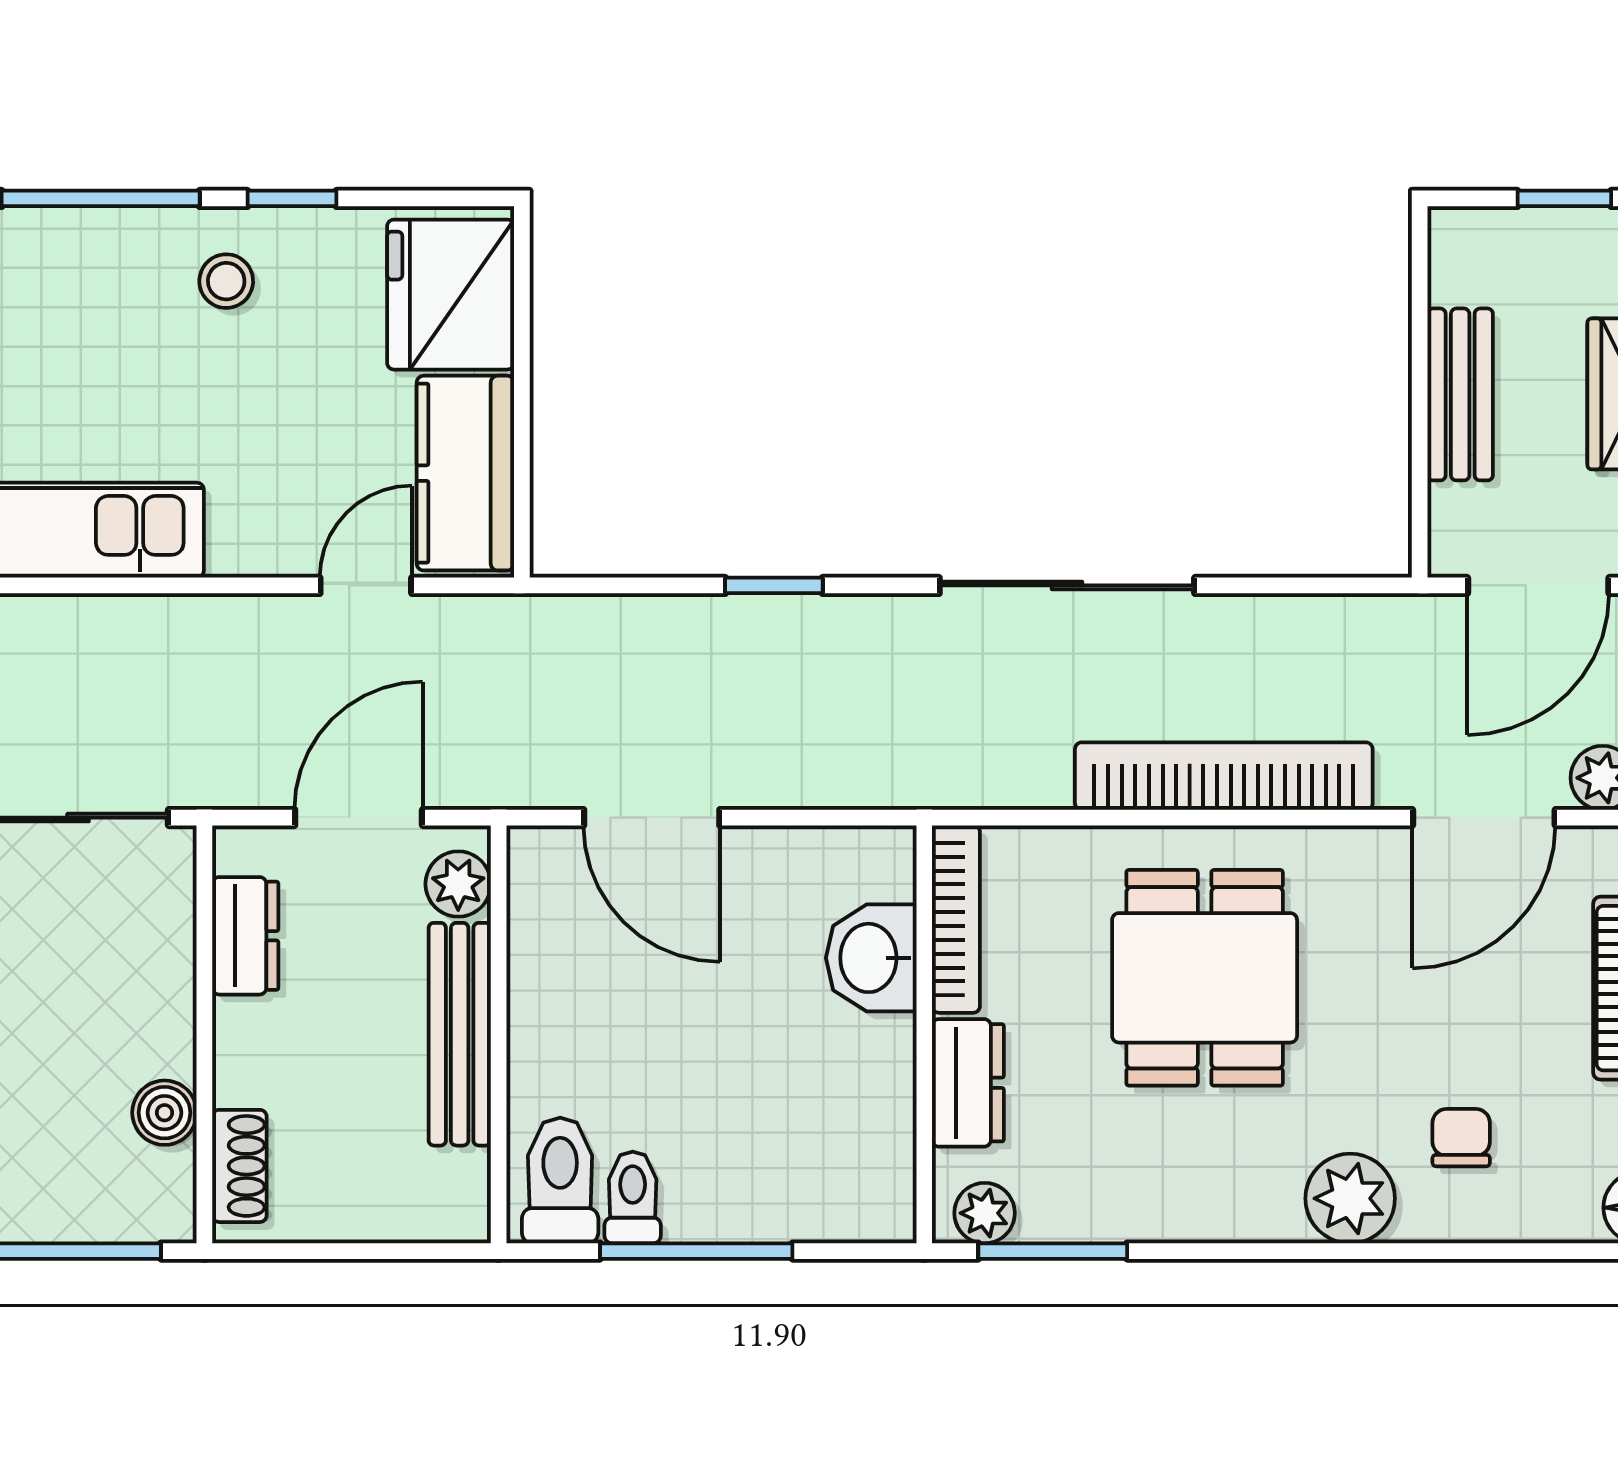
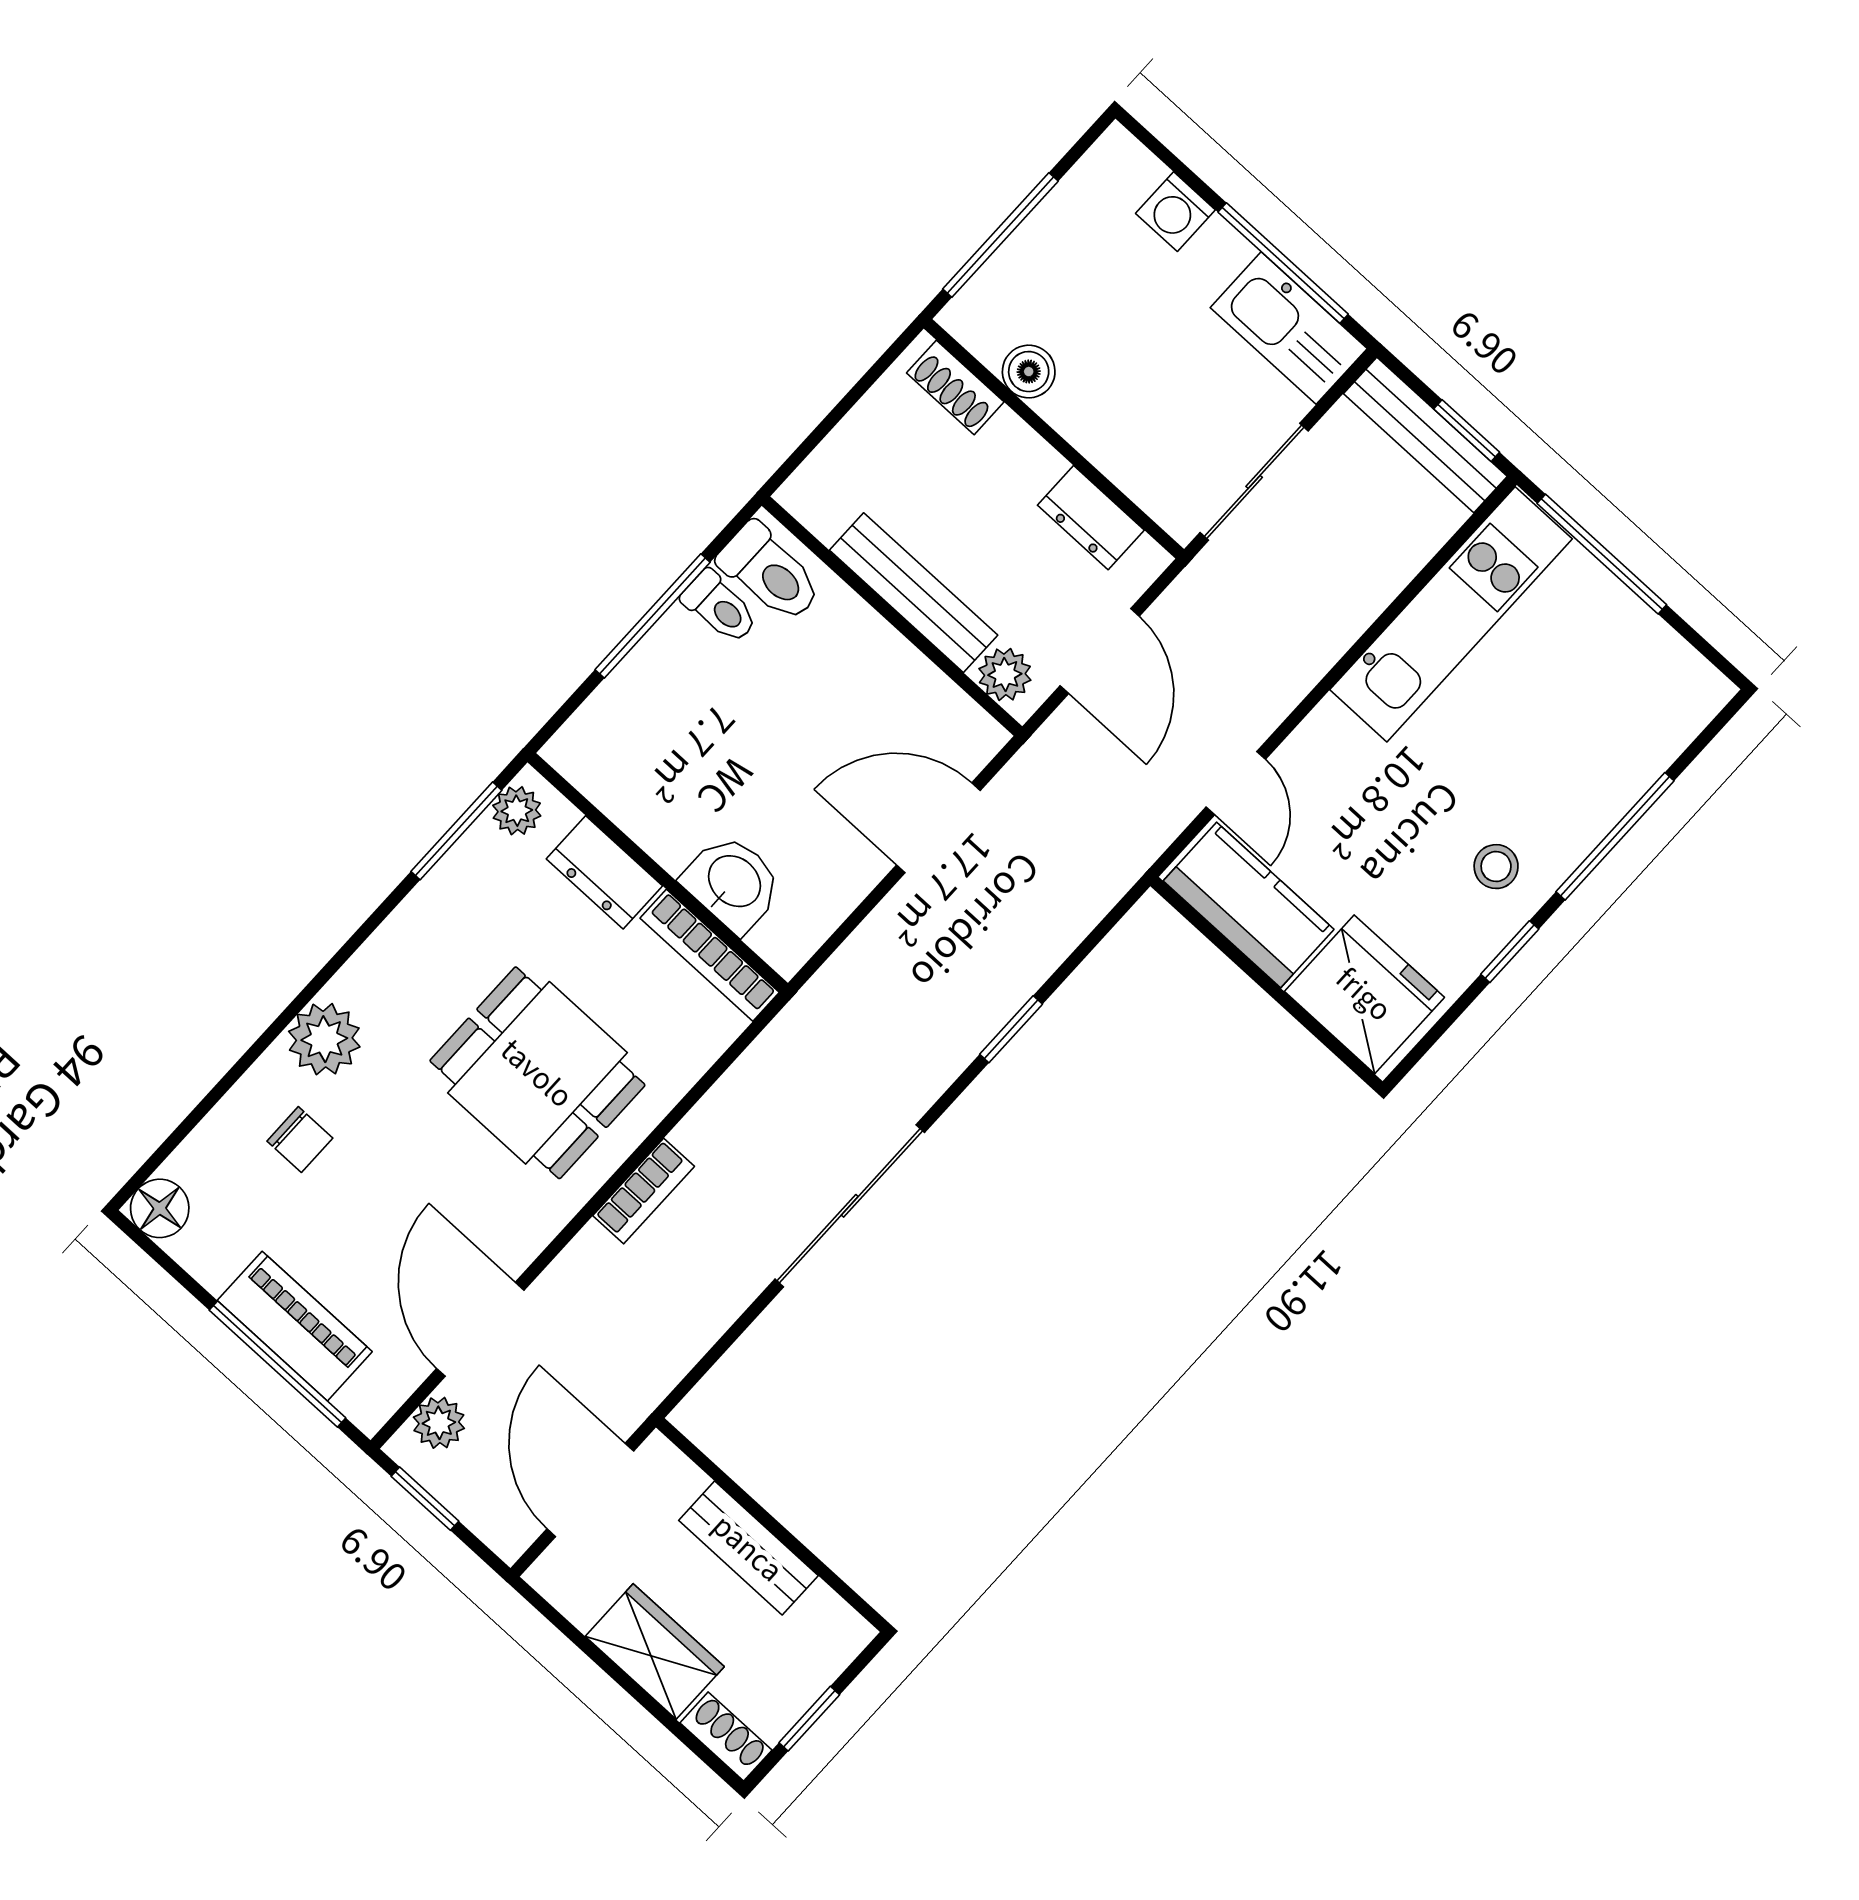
bookcase: (1224, 776) -> (644, 1191), width x0.43, depth x0.76

